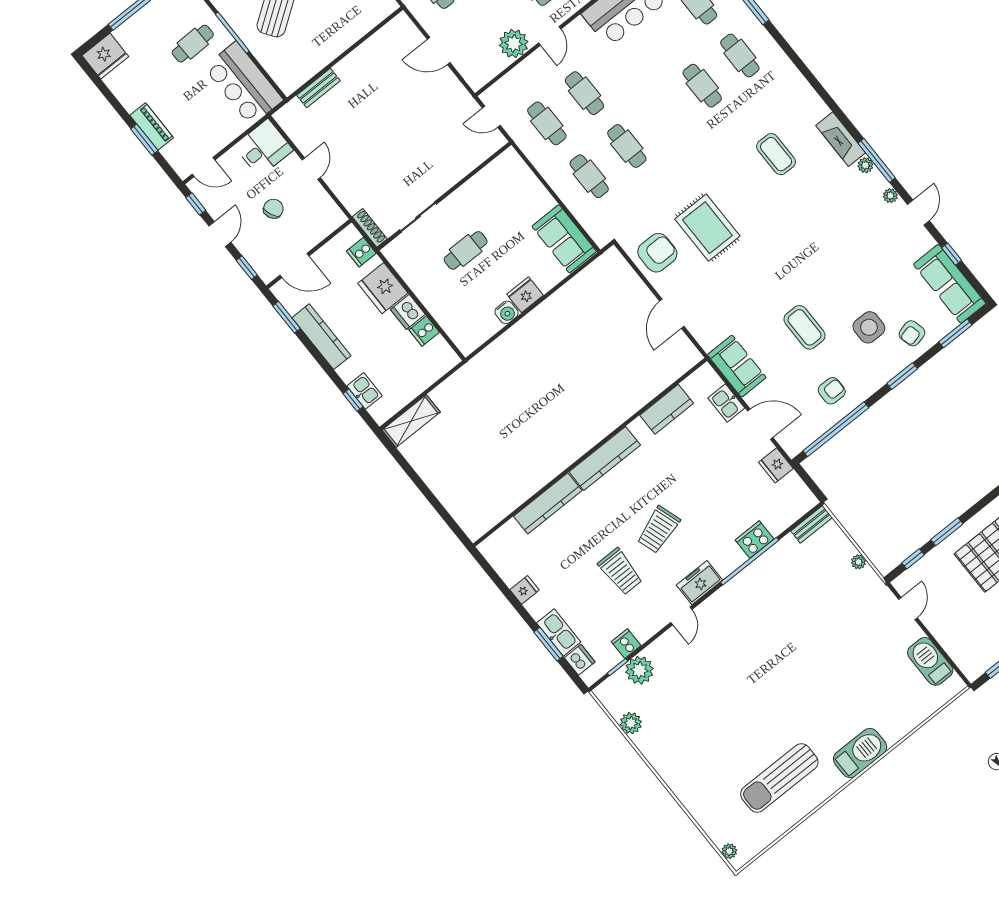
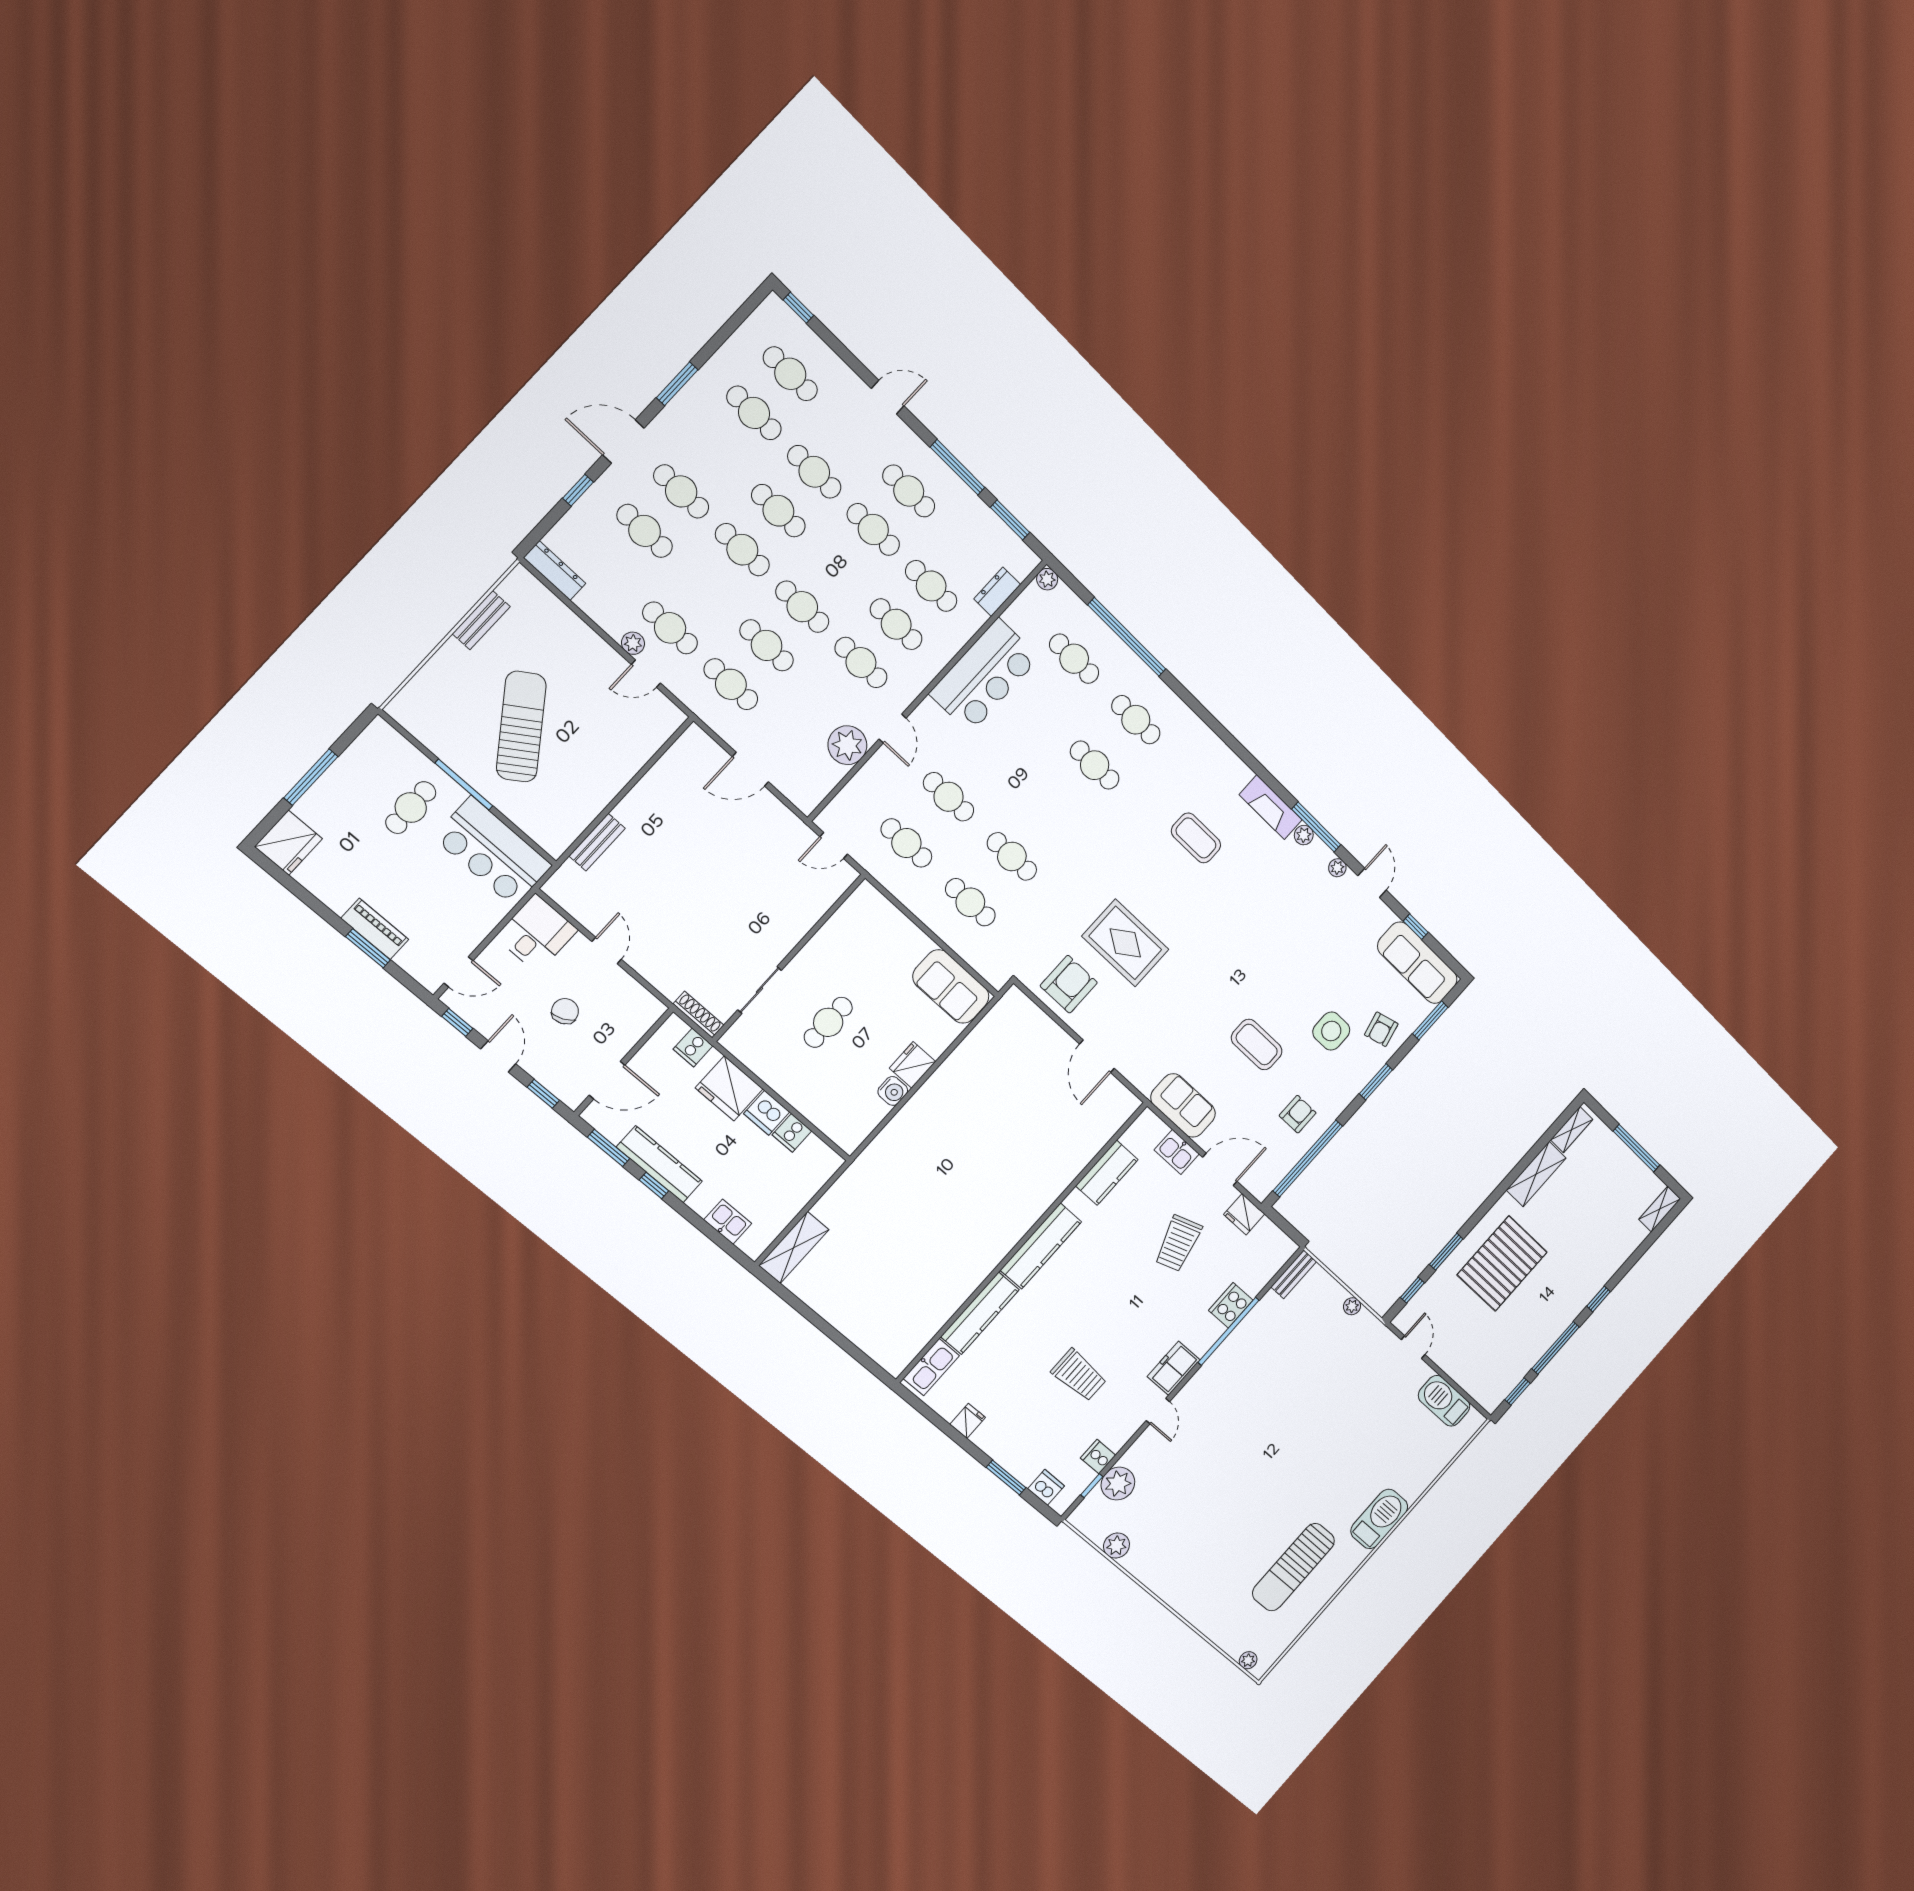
window: (353, 400) -> (654, 1185), moved
trolley: (658, 530) -> (1178, 1243), moved
kitchen sink: (559, 633) -> (931, 1367), moved, turned 90

